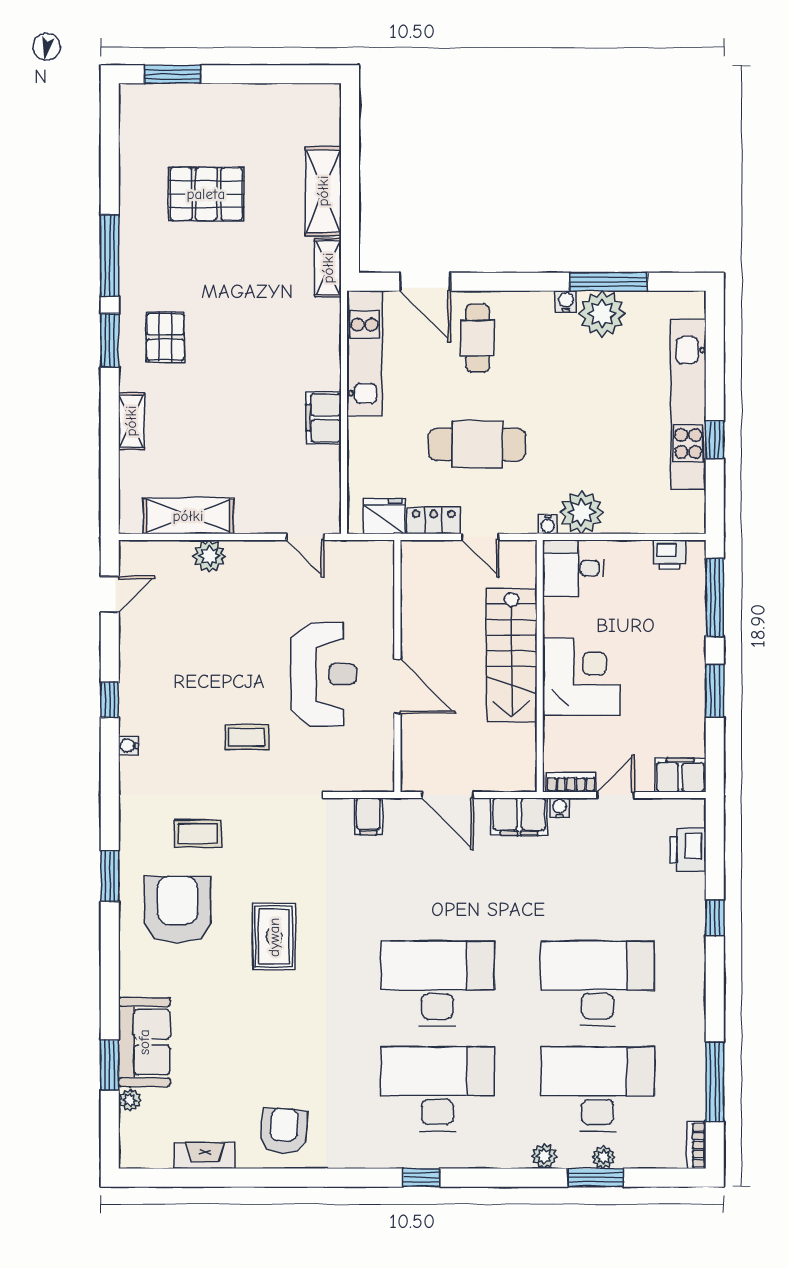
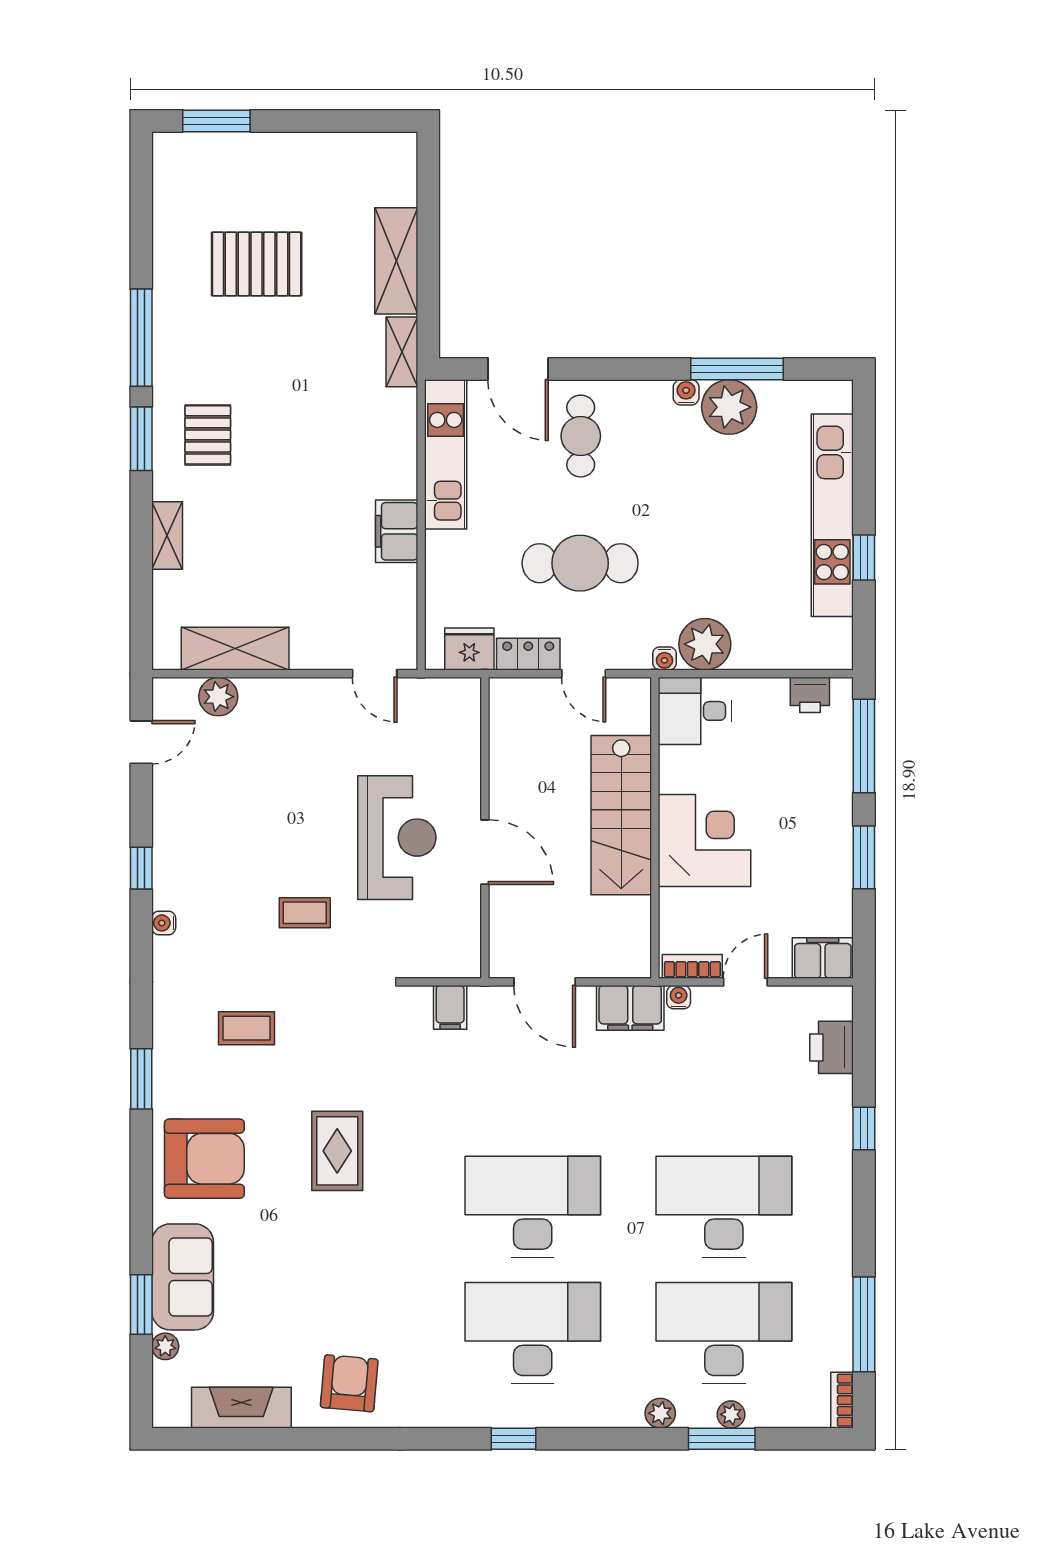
plant: (209, 556) -> (218, 697), moved
armchair: (178, 910) -> (204, 1159), moved, turned 90
fireplace: (205, 1156) -> (241, 1408), width x1.37, depth x1.32

